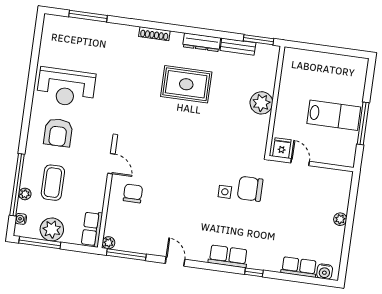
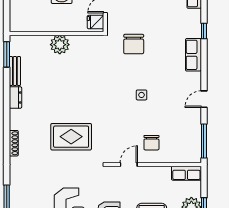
dresser: (202, 42) -> (15, 98), width x0.70
rug: (186, 84) -> (71, 137), moved, turned 90
side table: (225, 192) -> (142, 95), moved
chair: (133, 193) -> (151, 143), turned -90
plant: (109, 243) -> (196, 158), removed

